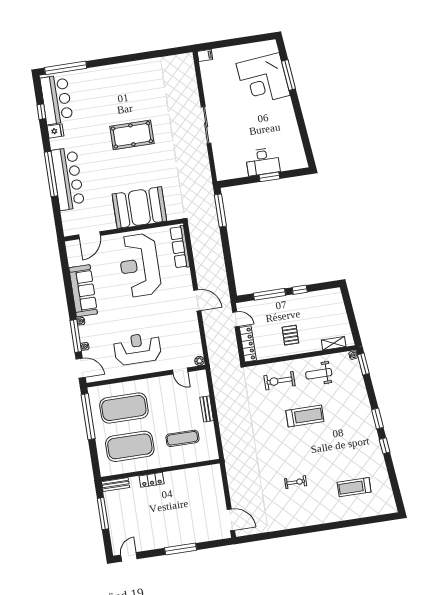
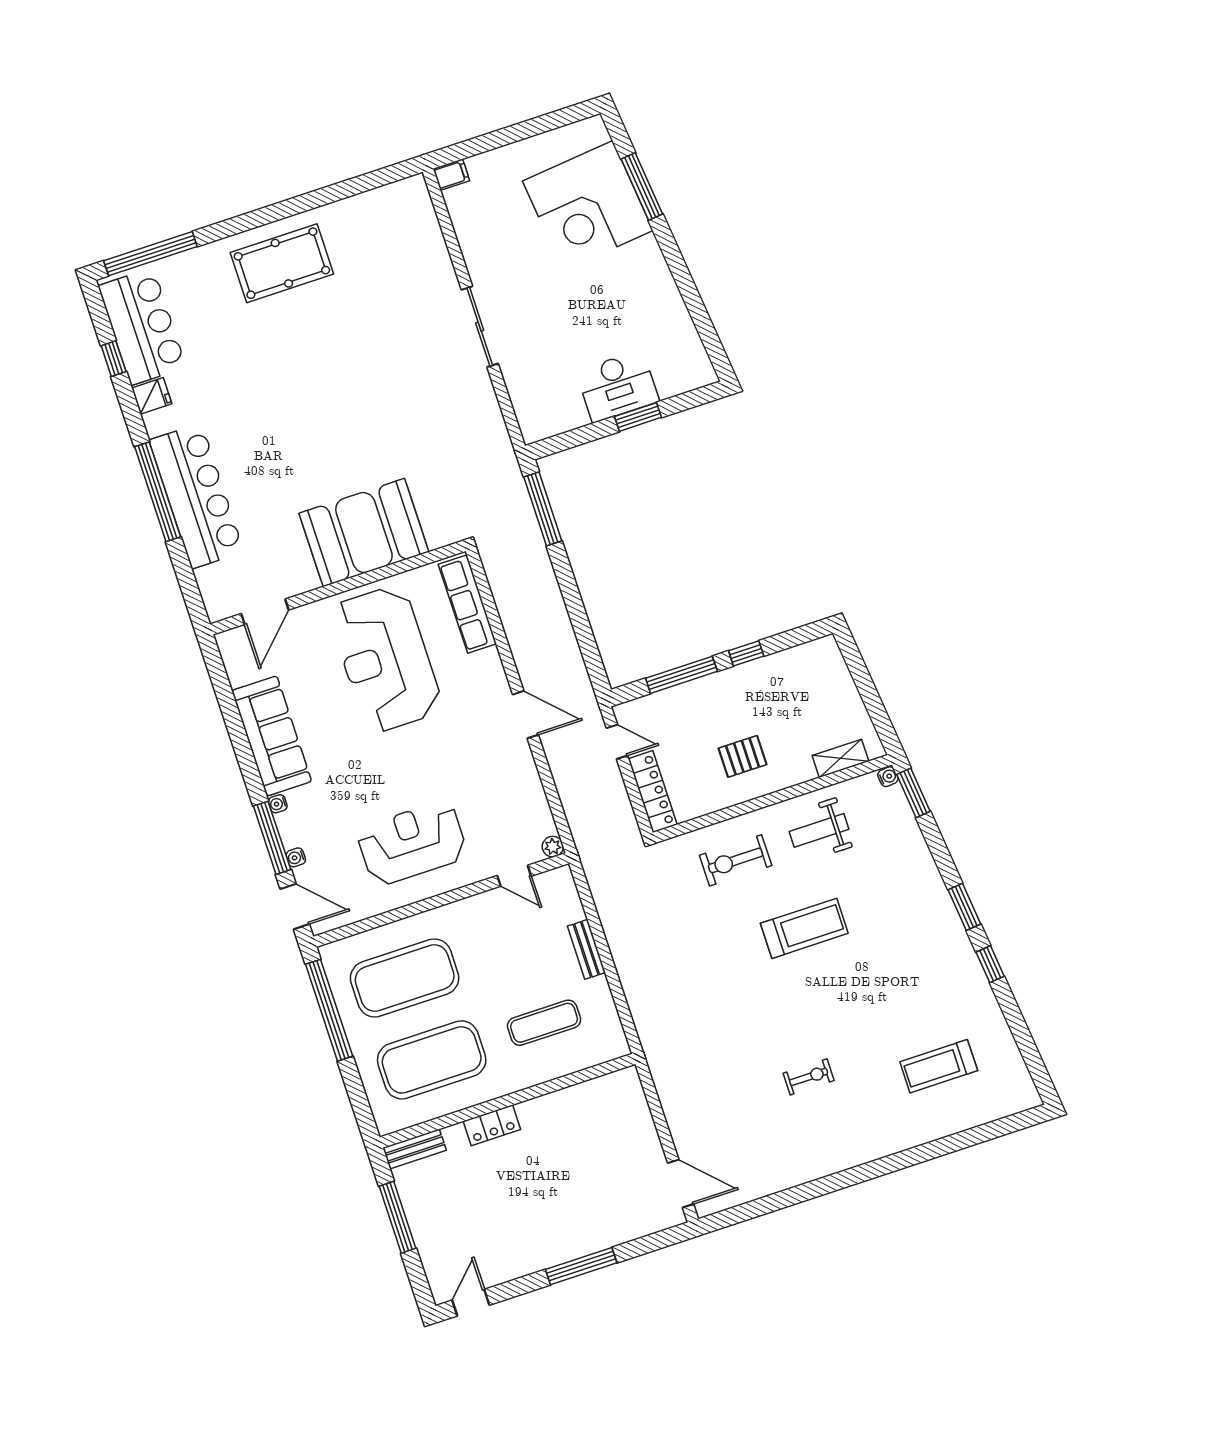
pool table: (132, 135) -> (282, 263), moved
pallet: (290, 335) -> (743, 756), turned 90

